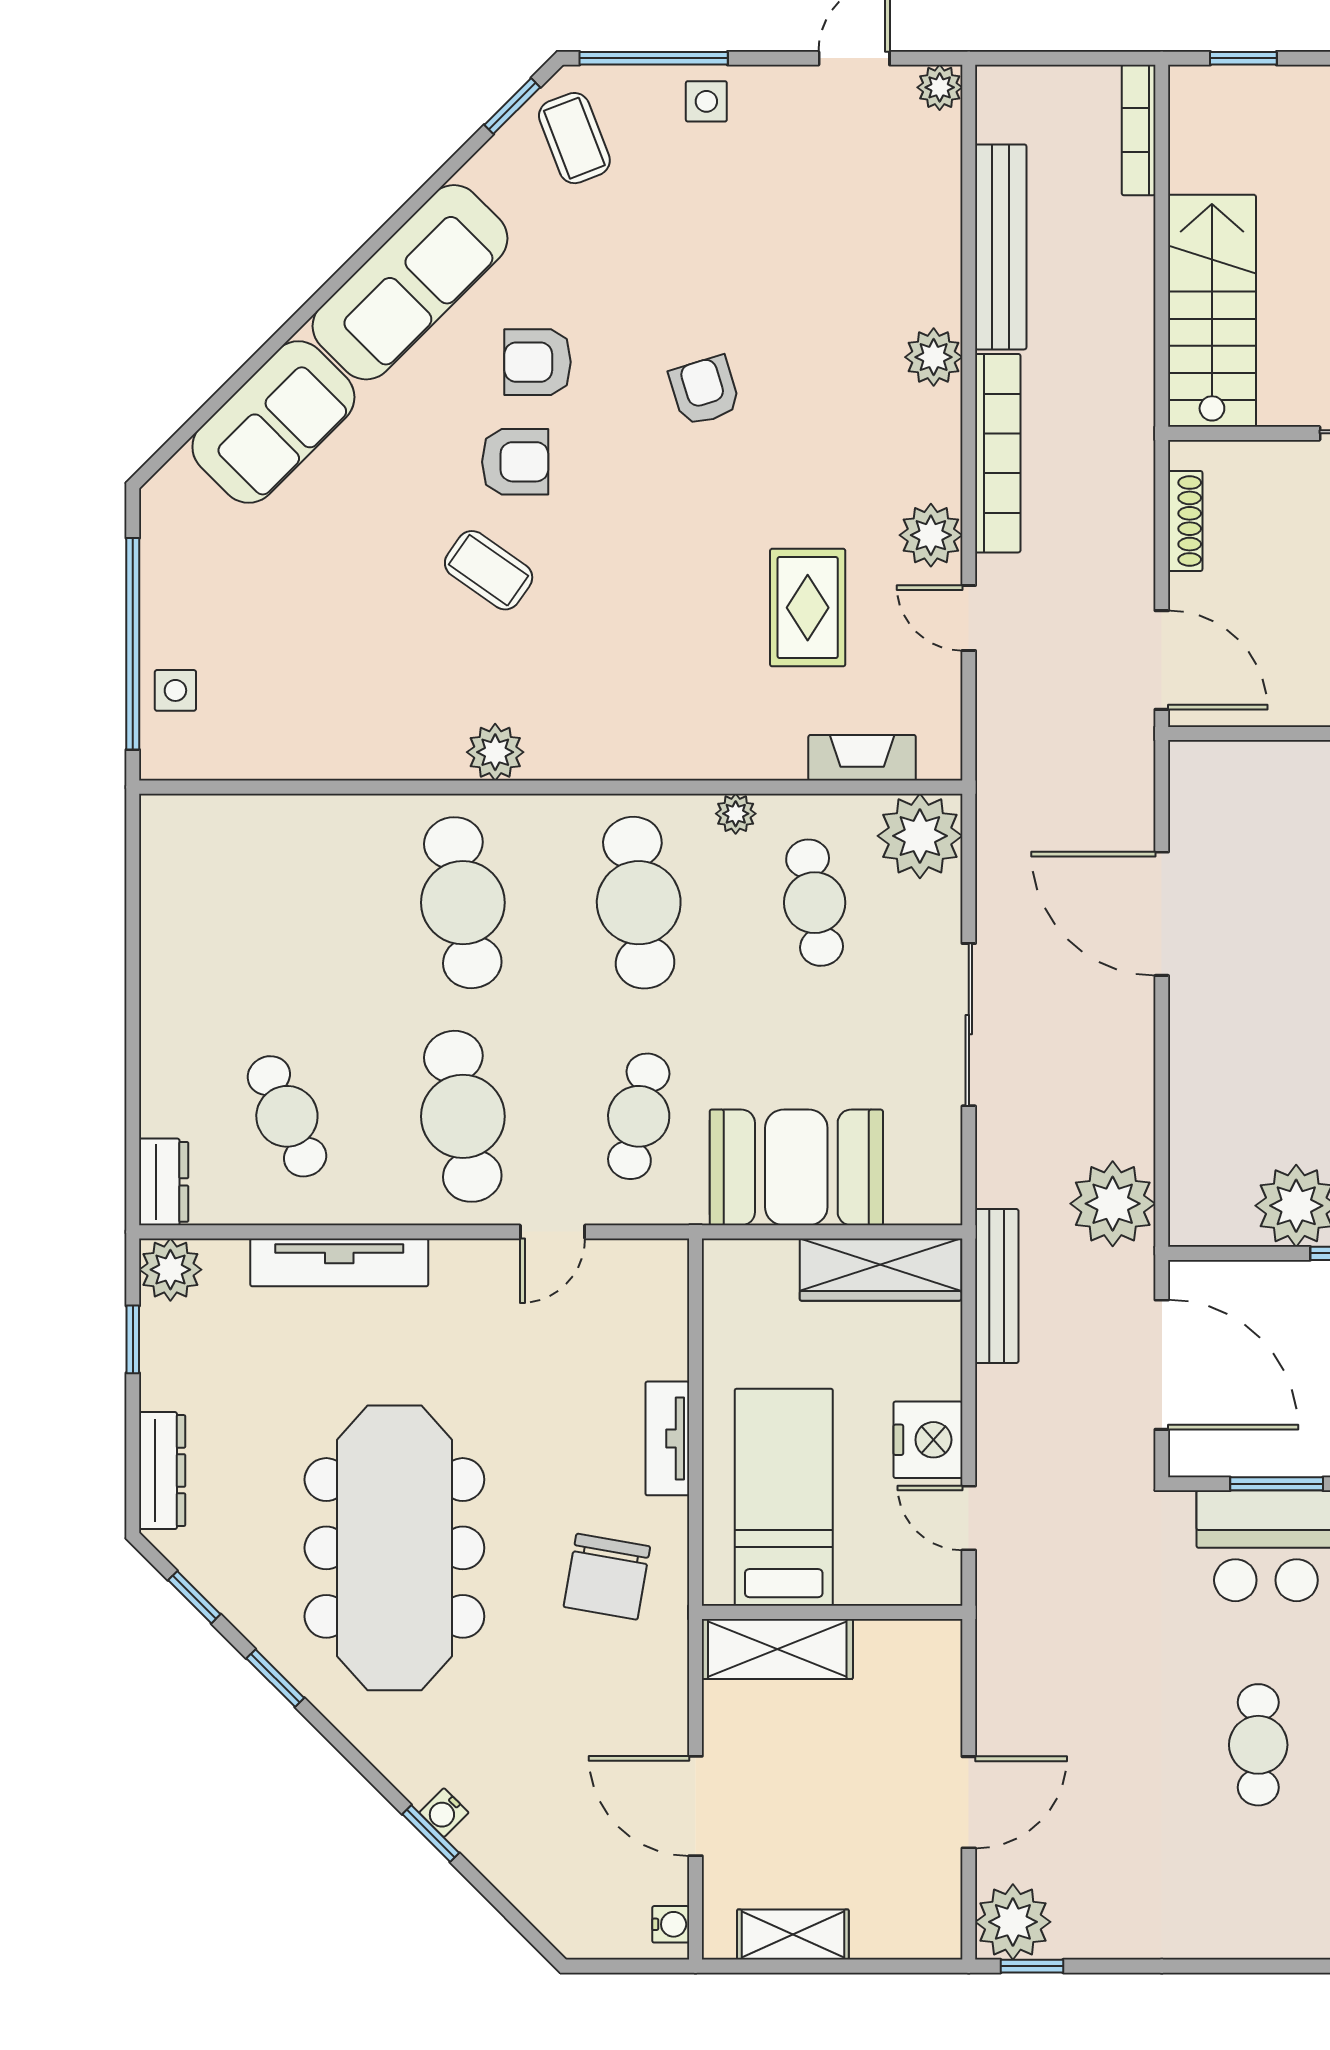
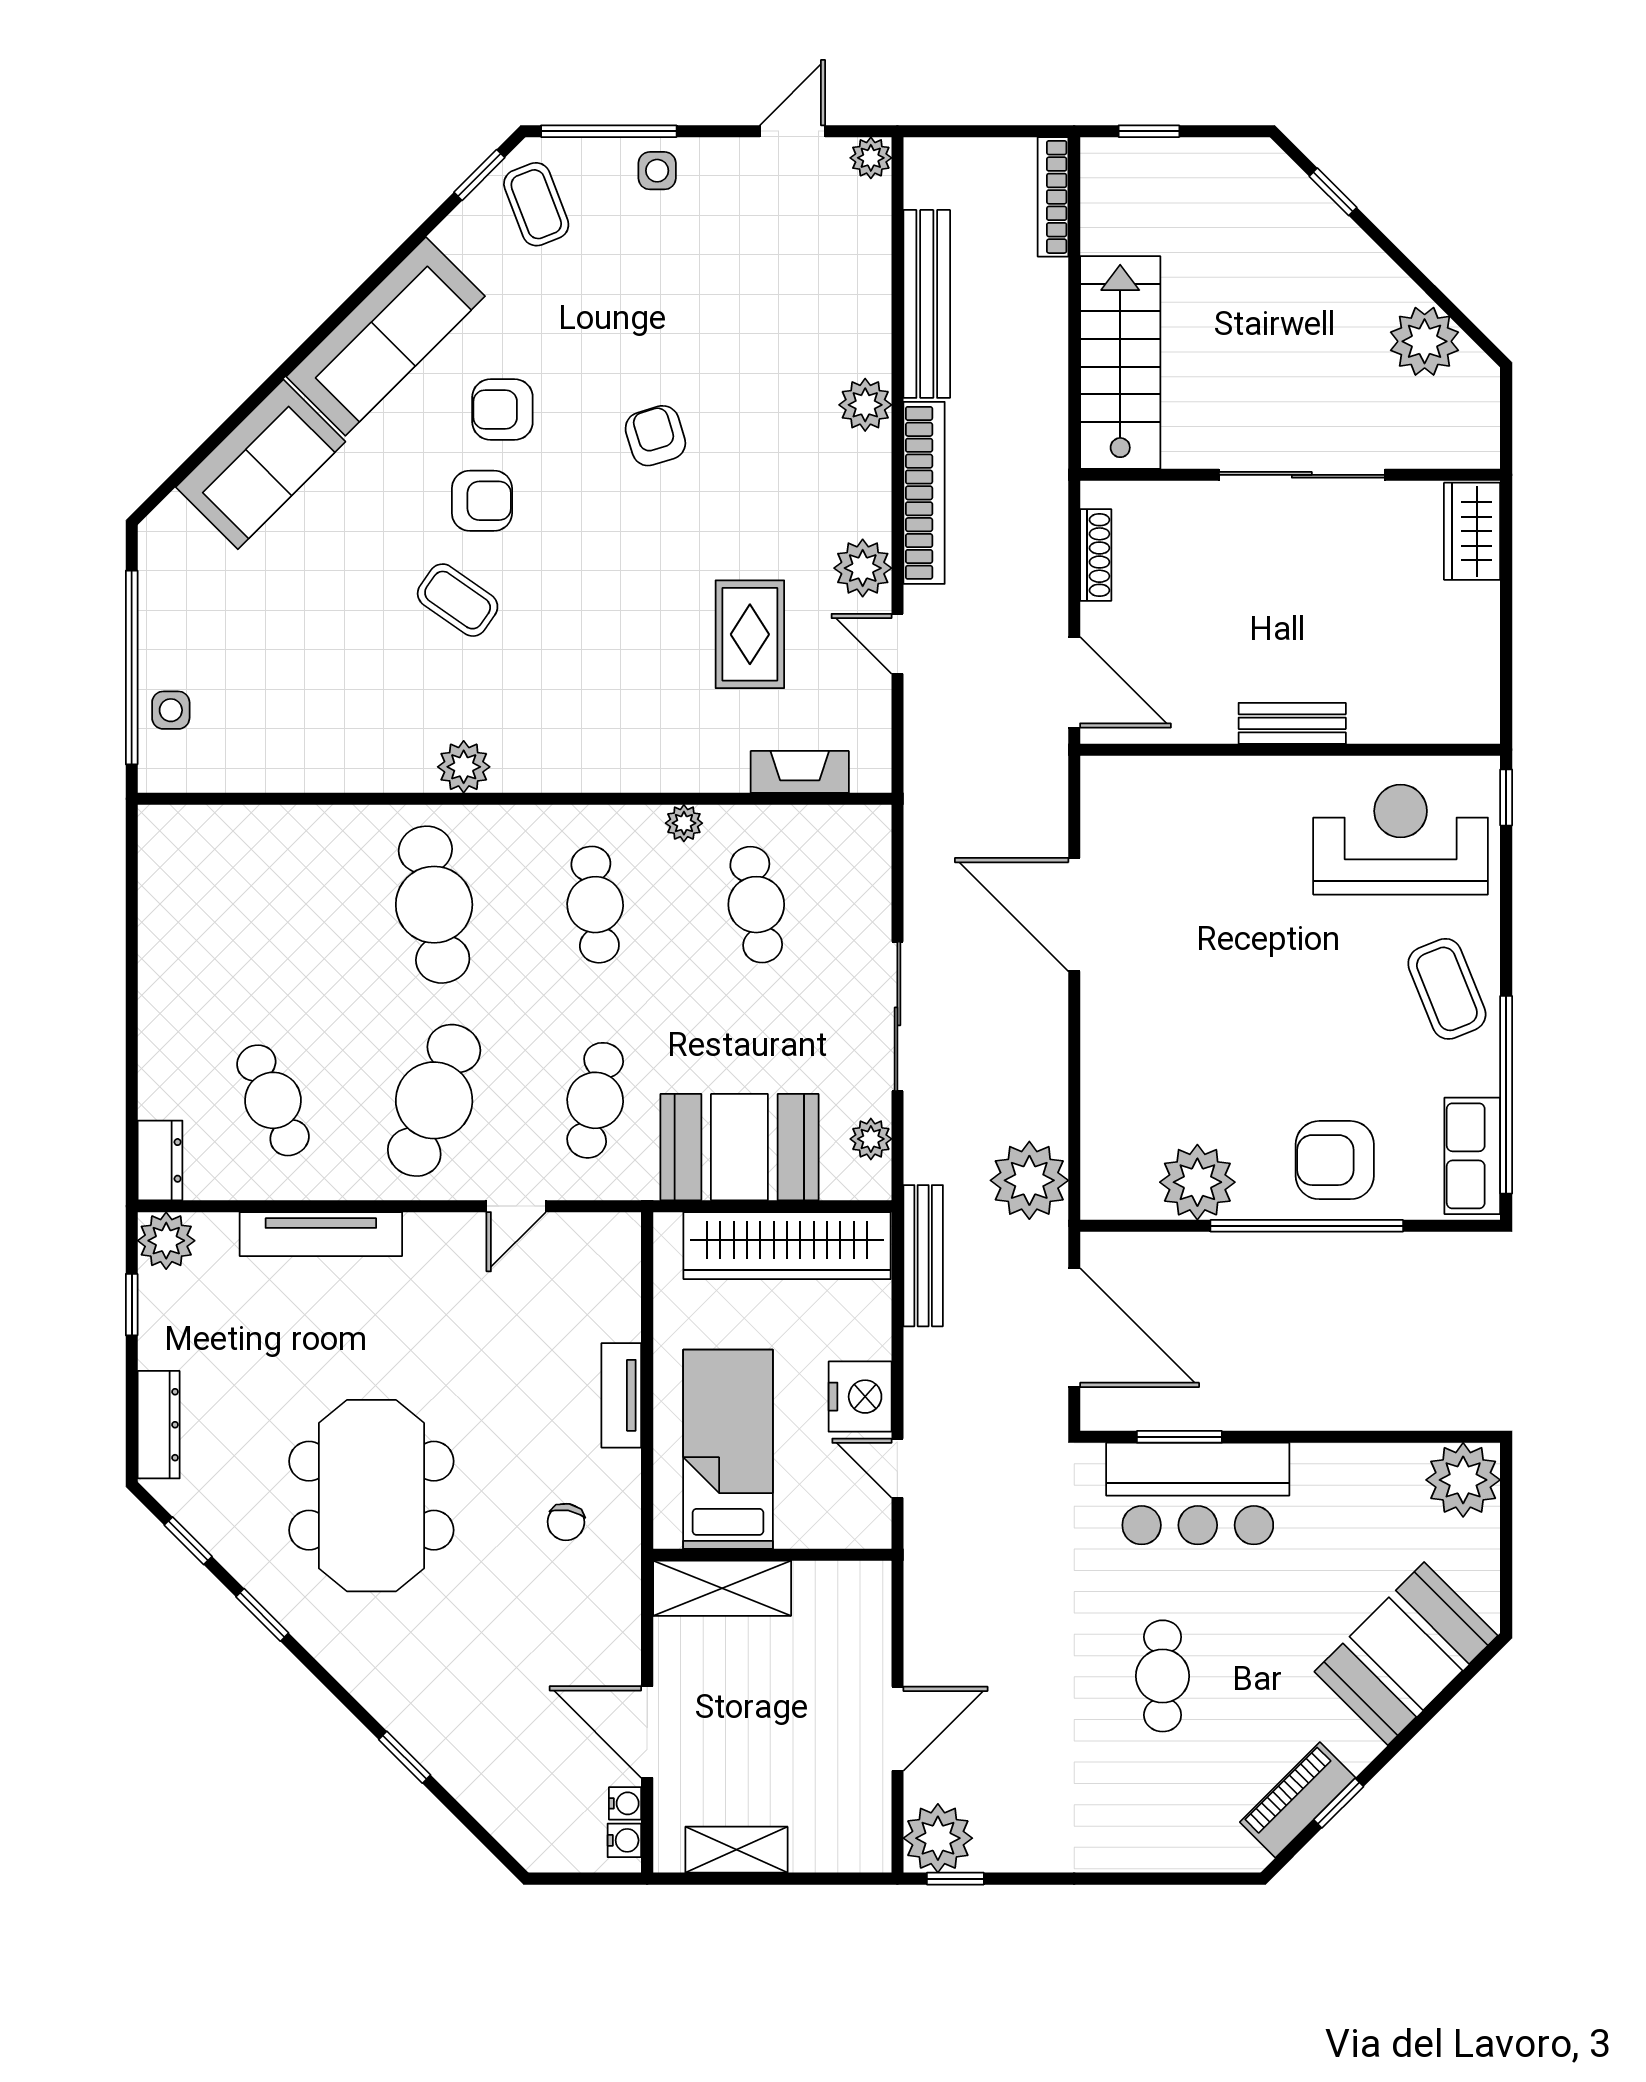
plant: (920, 836) -> (871, 1139), moved, width x0.53, depth x0.53
cafe table: (639, 903) -> (595, 905), width x0.73, depth x0.74
cafe table: (463, 1116) -> (434, 1100), turned 30
wardrobe: (881, 1270) -> (787, 1246), width x1.40, depth x1.17
meeting table: (394, 1548) -> (371, 1496), width x0.73
chair: (607, 1577) -> (566, 1522), width x0.54, depth x0.54
water cooler: (444, 1813) -> (625, 1803), moved, turned -135

